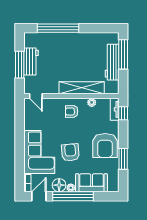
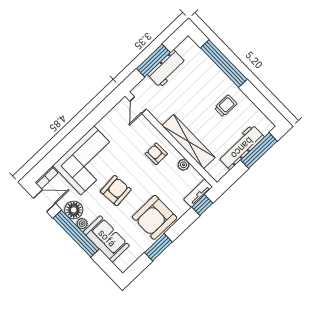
trolley: (82, 49) -> (226, 106), added

